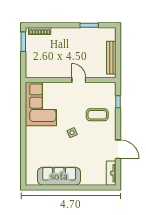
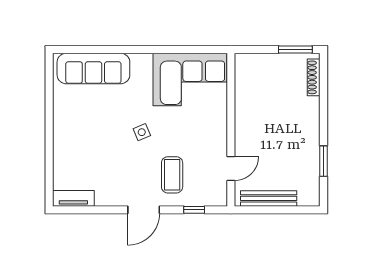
door: (79, 80) -> (231, 168), moved
door: (118, 149) -> (144, 210), moved
sofa: (59, 176) -> (93, 68), moved, turned 90

